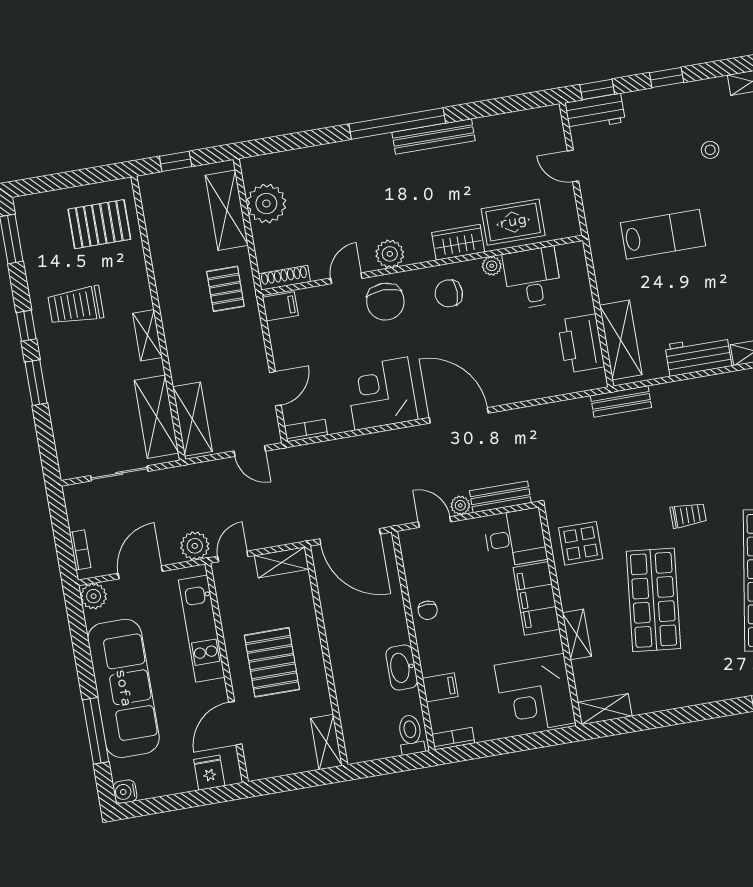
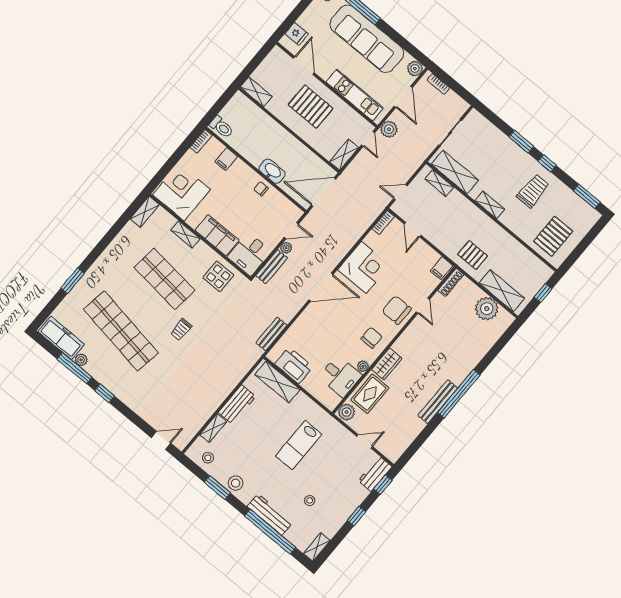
plant: (390, 254) -> (347, 412), moved
bench: (621, 401) -> (271, 334), moved
shelving: (192, 419) -> (439, 183), width x0.67, depth x0.75
washbasin: (402, 668) -> (272, 171), moved

